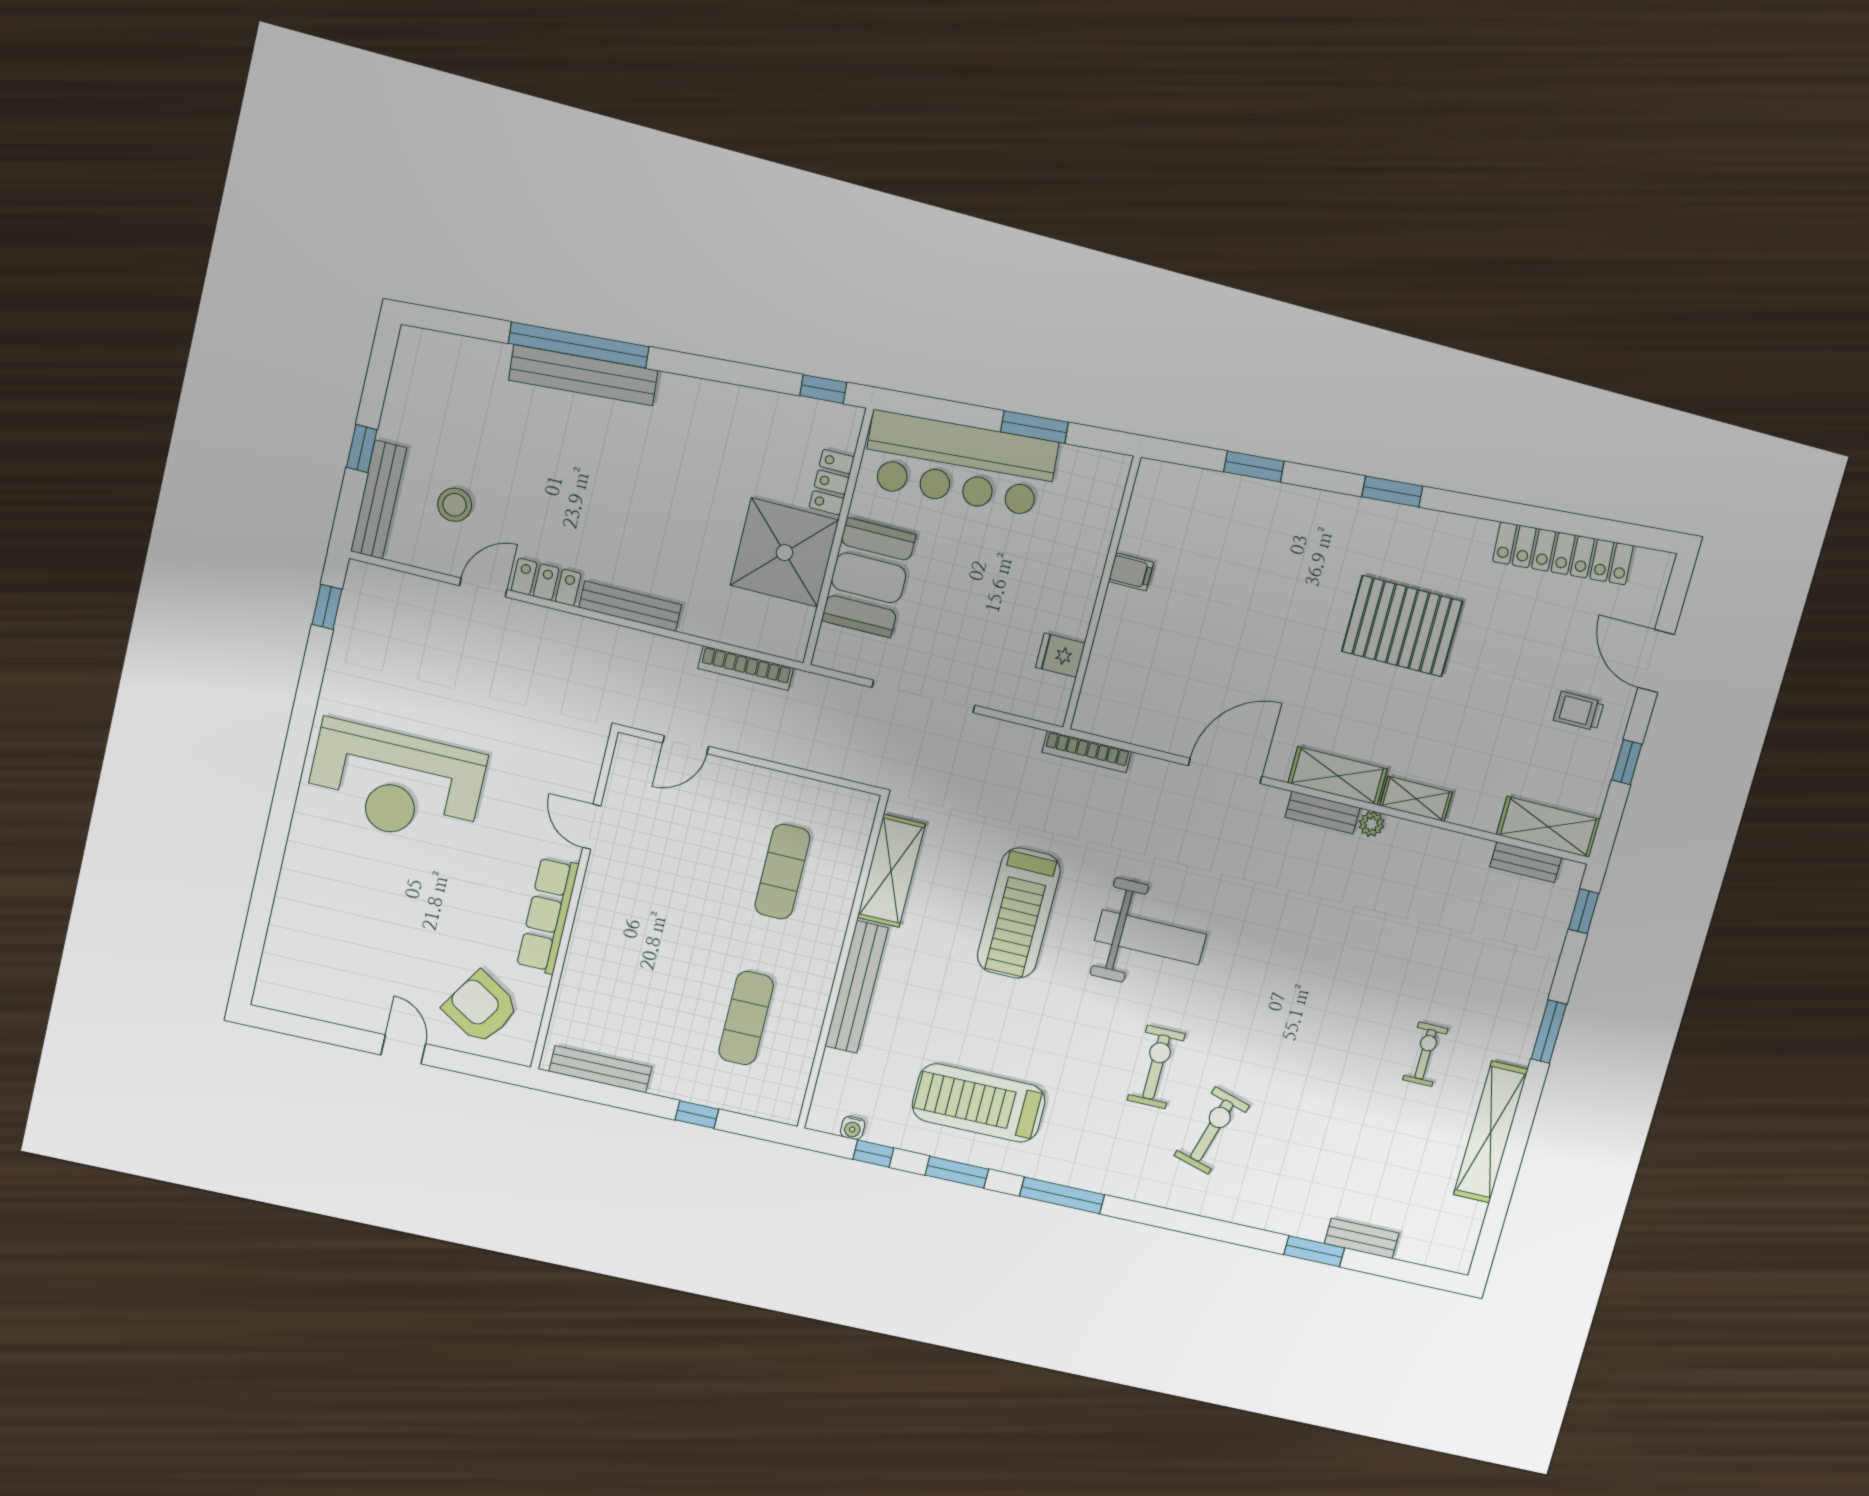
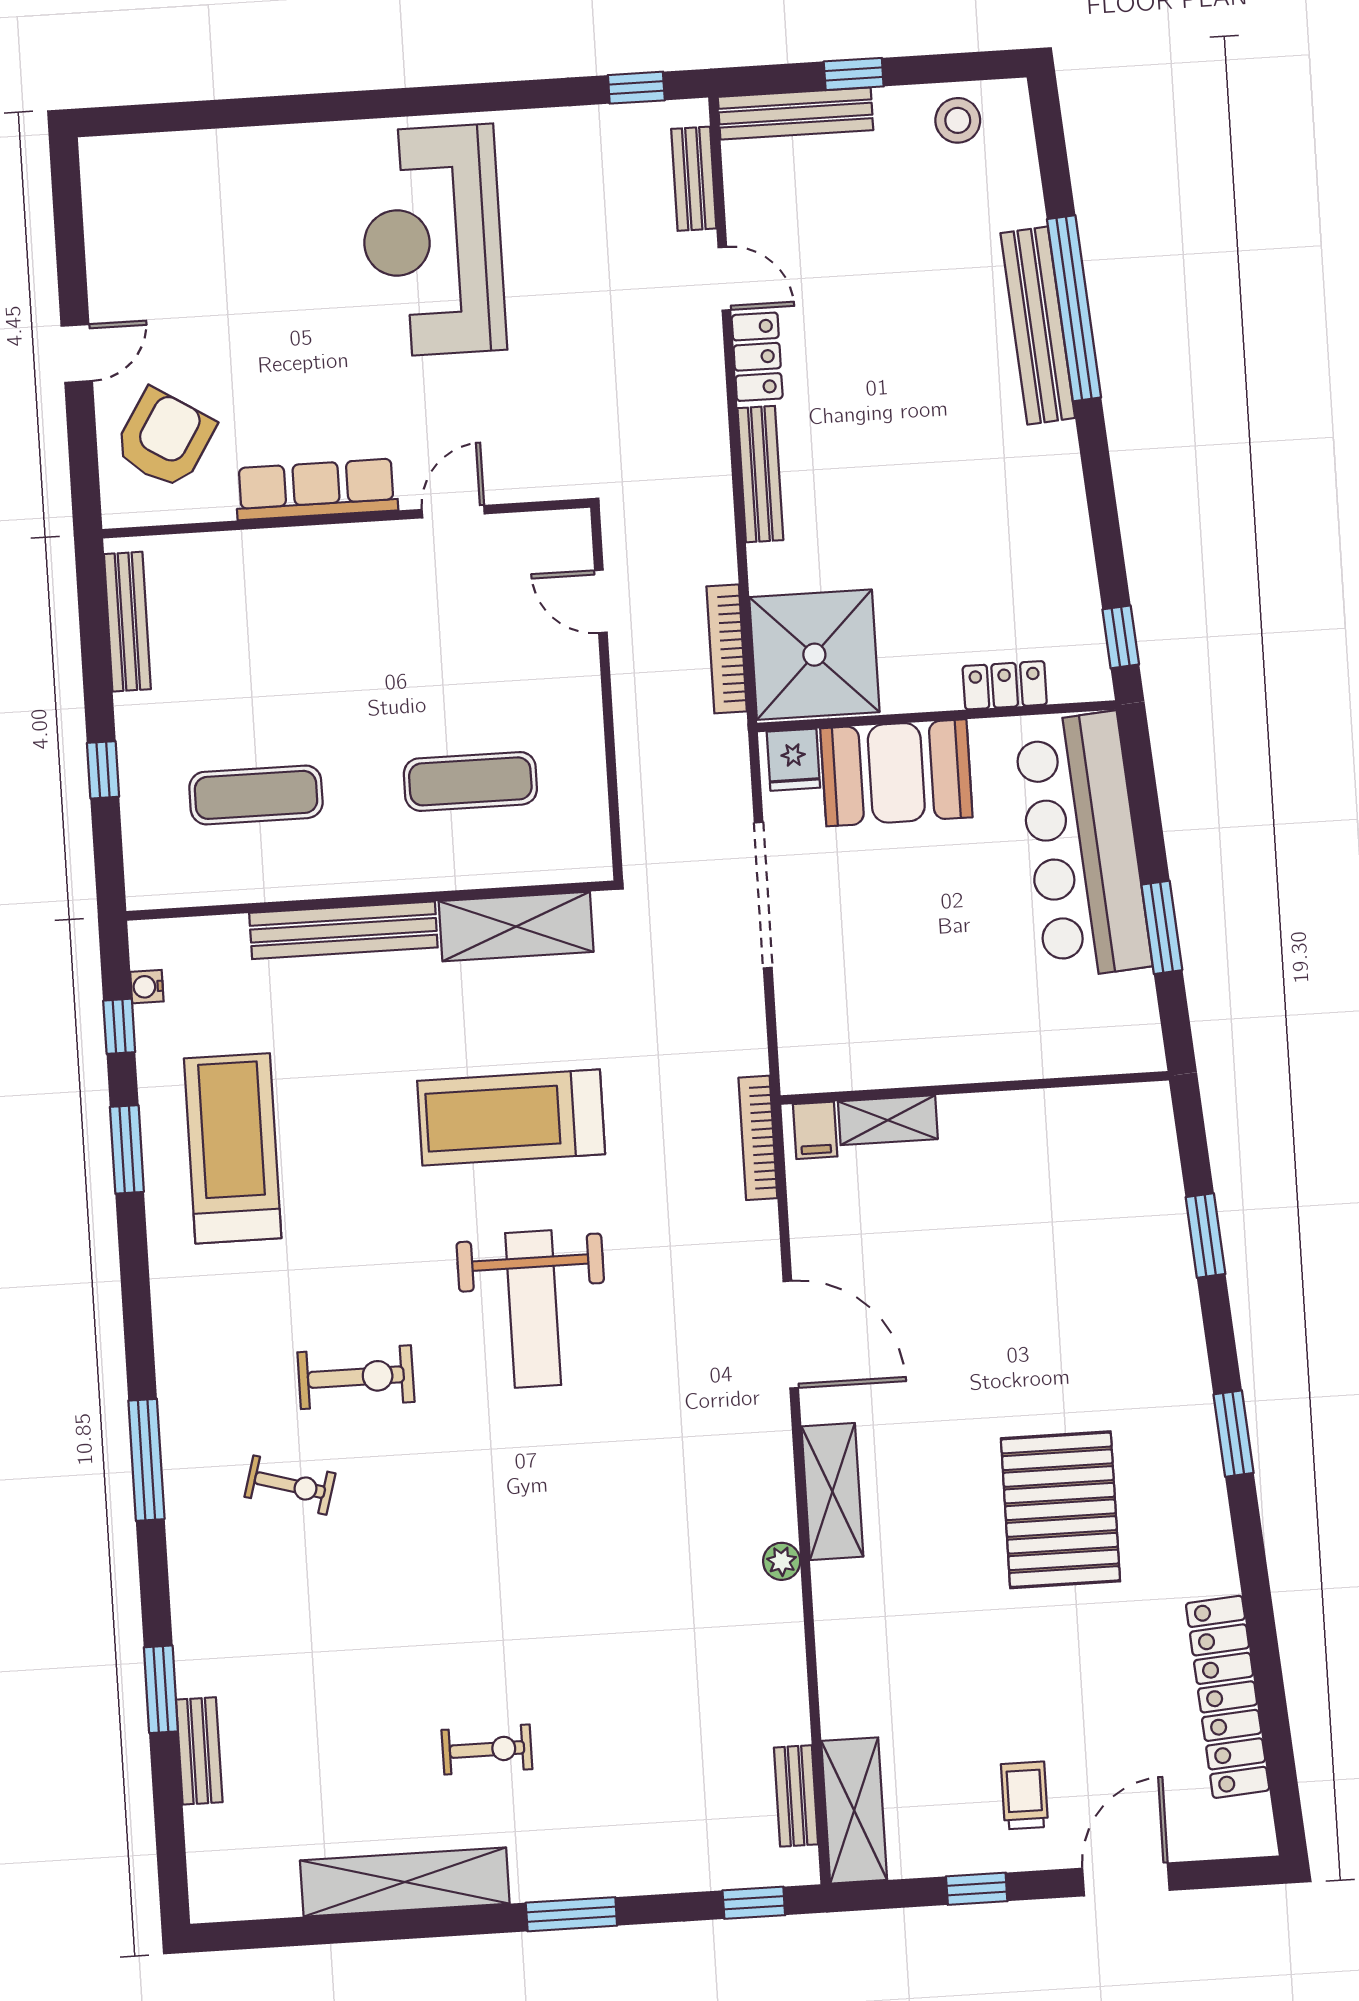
stool: (455, 505) -> (958, 120), moved
shower: (784, 553) -> (814, 655), moved
filing cabinet: (1131, 572) -> (815, 1130), moved
fridge: (1060, 655) -> (793, 760), moved, turned 180
shelving: (1416, 799) -> (888, 1120), moved, turned 90
bench: (1323, 813) -> (694, 179), moved
exercise bike: (1212, 1131) -> (290, 1485), width x0.73, depth x0.72
window: (1062, 1195) -> (146, 1460), moved

